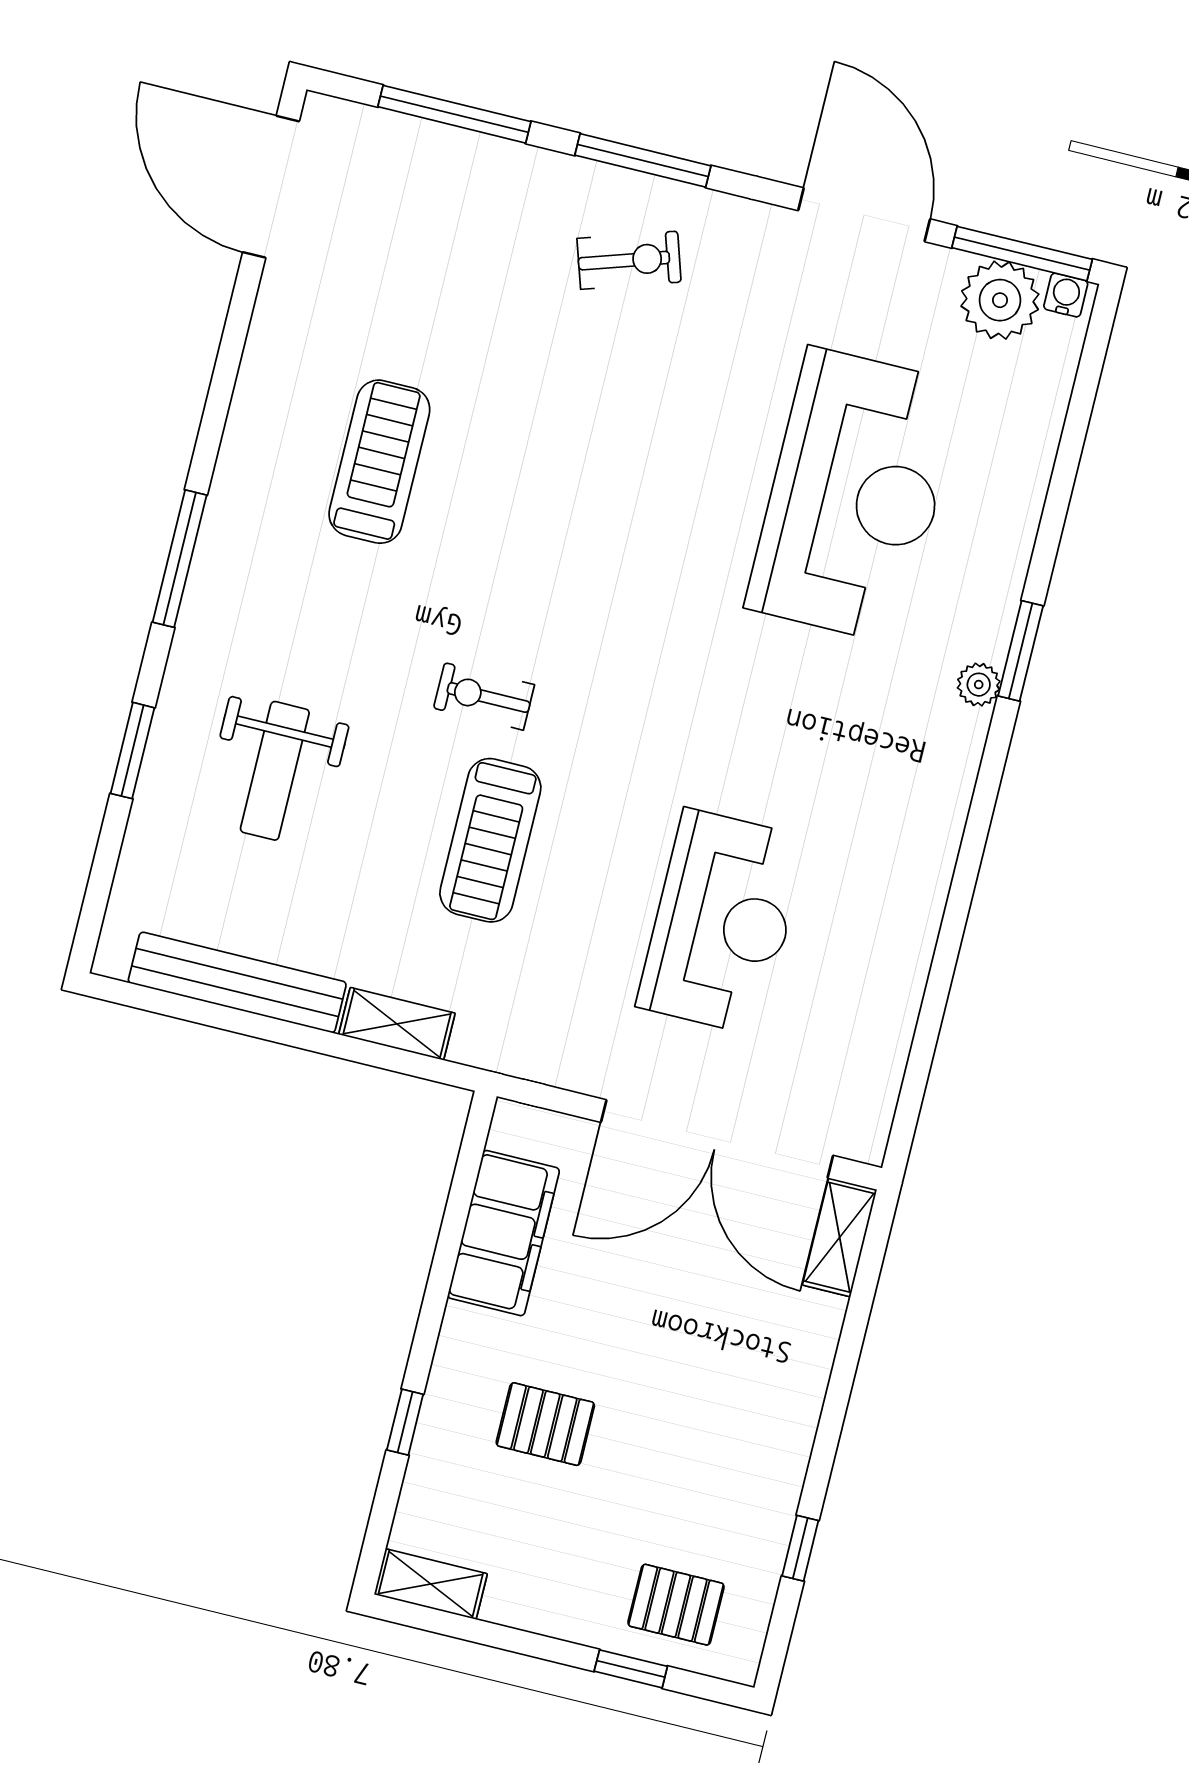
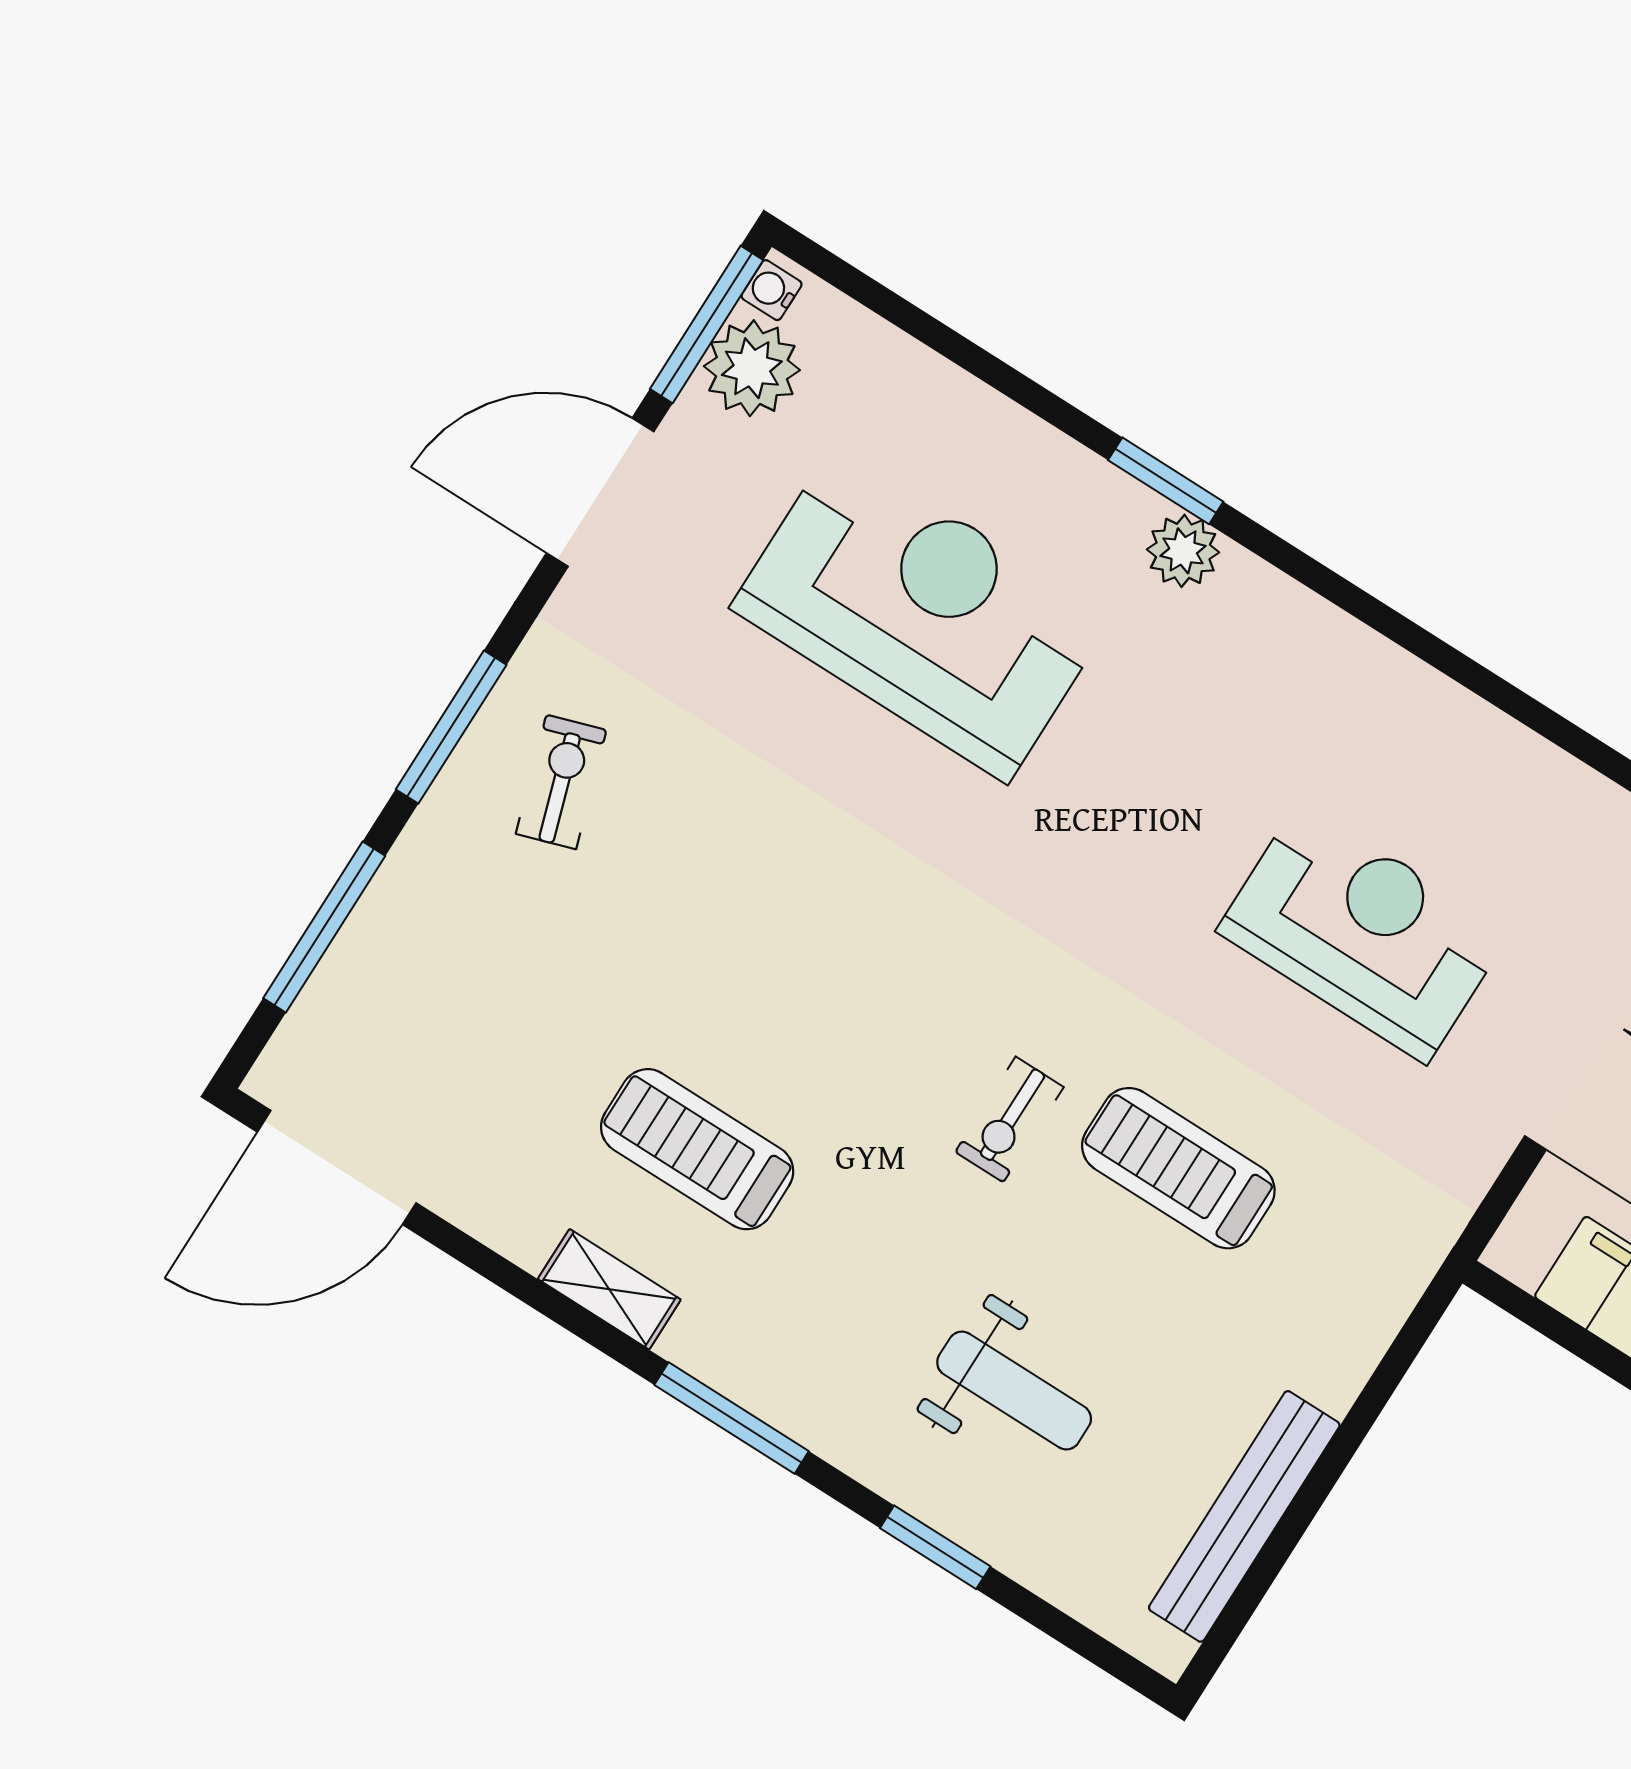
plant: (979, 685) -> (1183, 551), width x1.38, depth x1.38
treadmill: (490, 840) -> (1178, 1168), turned 180
shelving: (397, 1024) -> (609, 1289), moved, turned 90

